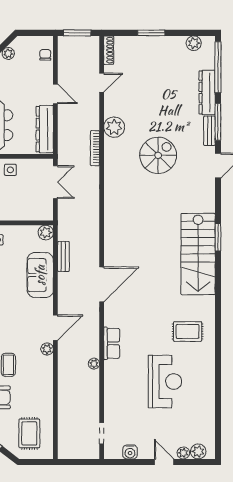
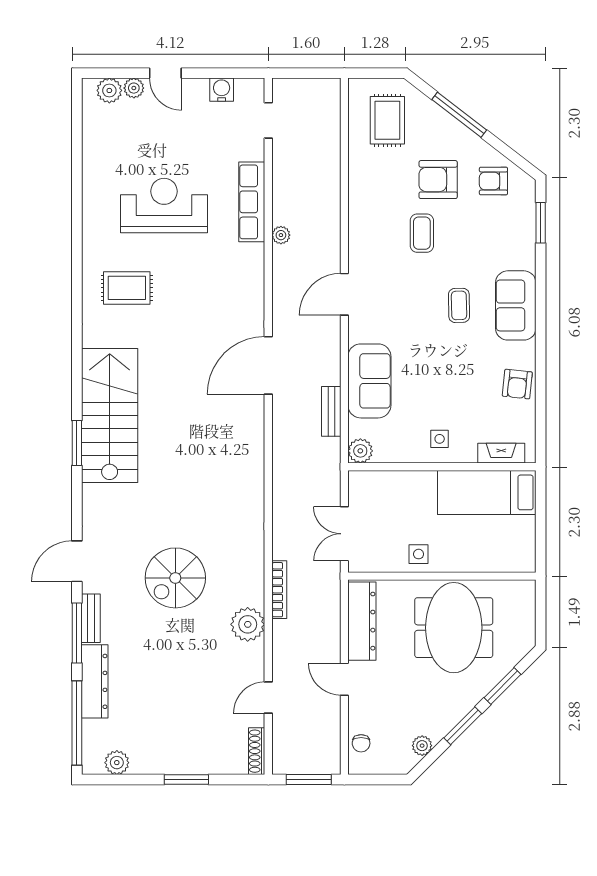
row of seats: (112, 343) -> (252, 202), moved, width x1.48
plant: (47, 349) -> (358, 259), removed
reception desk: (165, 382) -> (164, 206), turned 90

